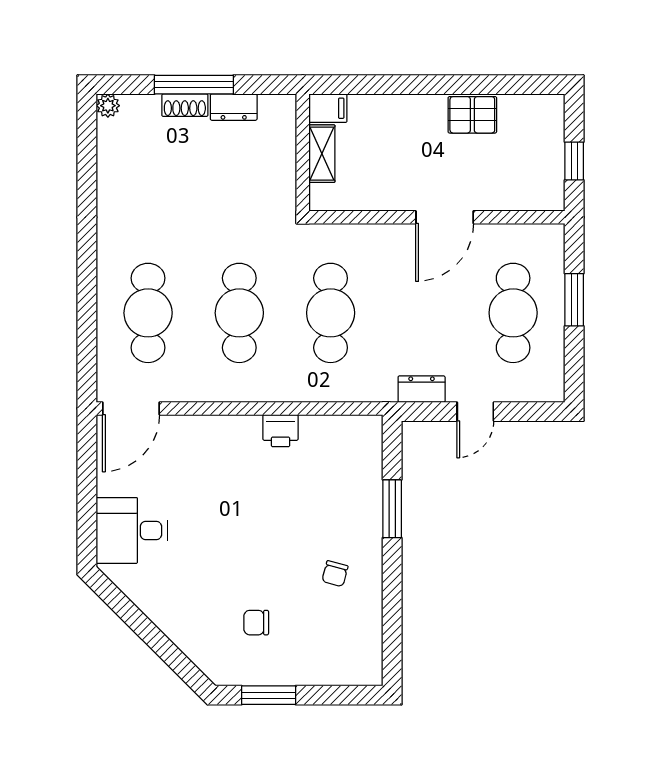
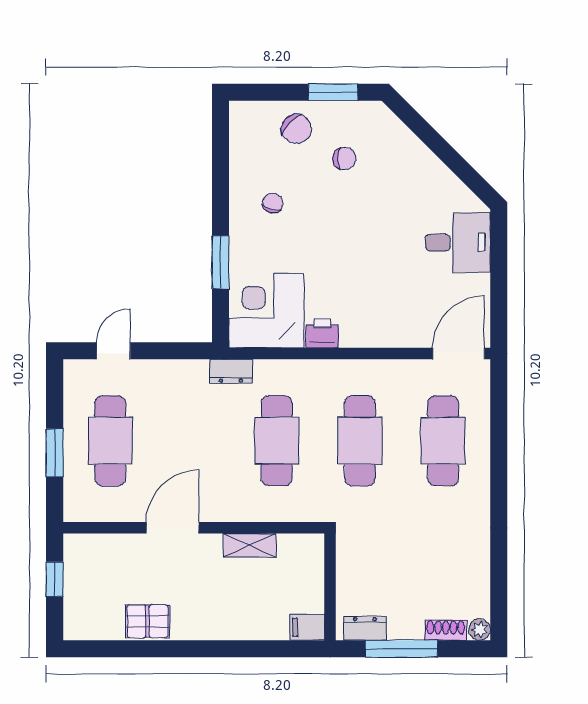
shoe rack: (185, 105) -> (446, 630), moved
filing cabinet: (328, 108) -> (307, 627), moved
wall: (303, 153) -> (330, 587), moved
shelving: (322, 154) -> (250, 545), moved, turned 90
dresser: (422, 389) -> (231, 371), moved
door: (475, 412) -> (114, 351), moved
corner desk: (342, 456) -> (266, 310), added
chair: (309, 655) -> (296, 129), added

